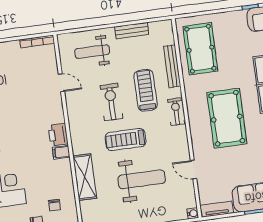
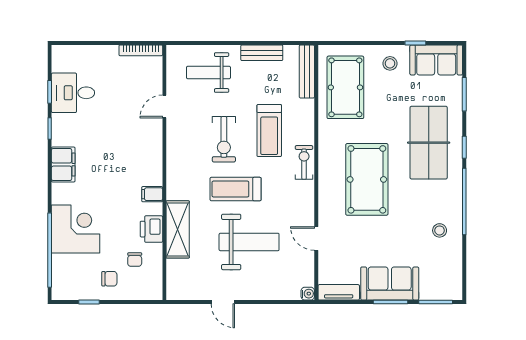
stool: (233, 25) -> (390, 63), added
bench: (172, 66) -> (307, 71), moved
door: (61, 83) -> (164, 107), swing flipped
treadmill: (146, 90) -> (269, 131), turned 180
exercise bike: (111, 102) -> (224, 139), turned 180
printer: (58, 135) -> (151, 229), moved

